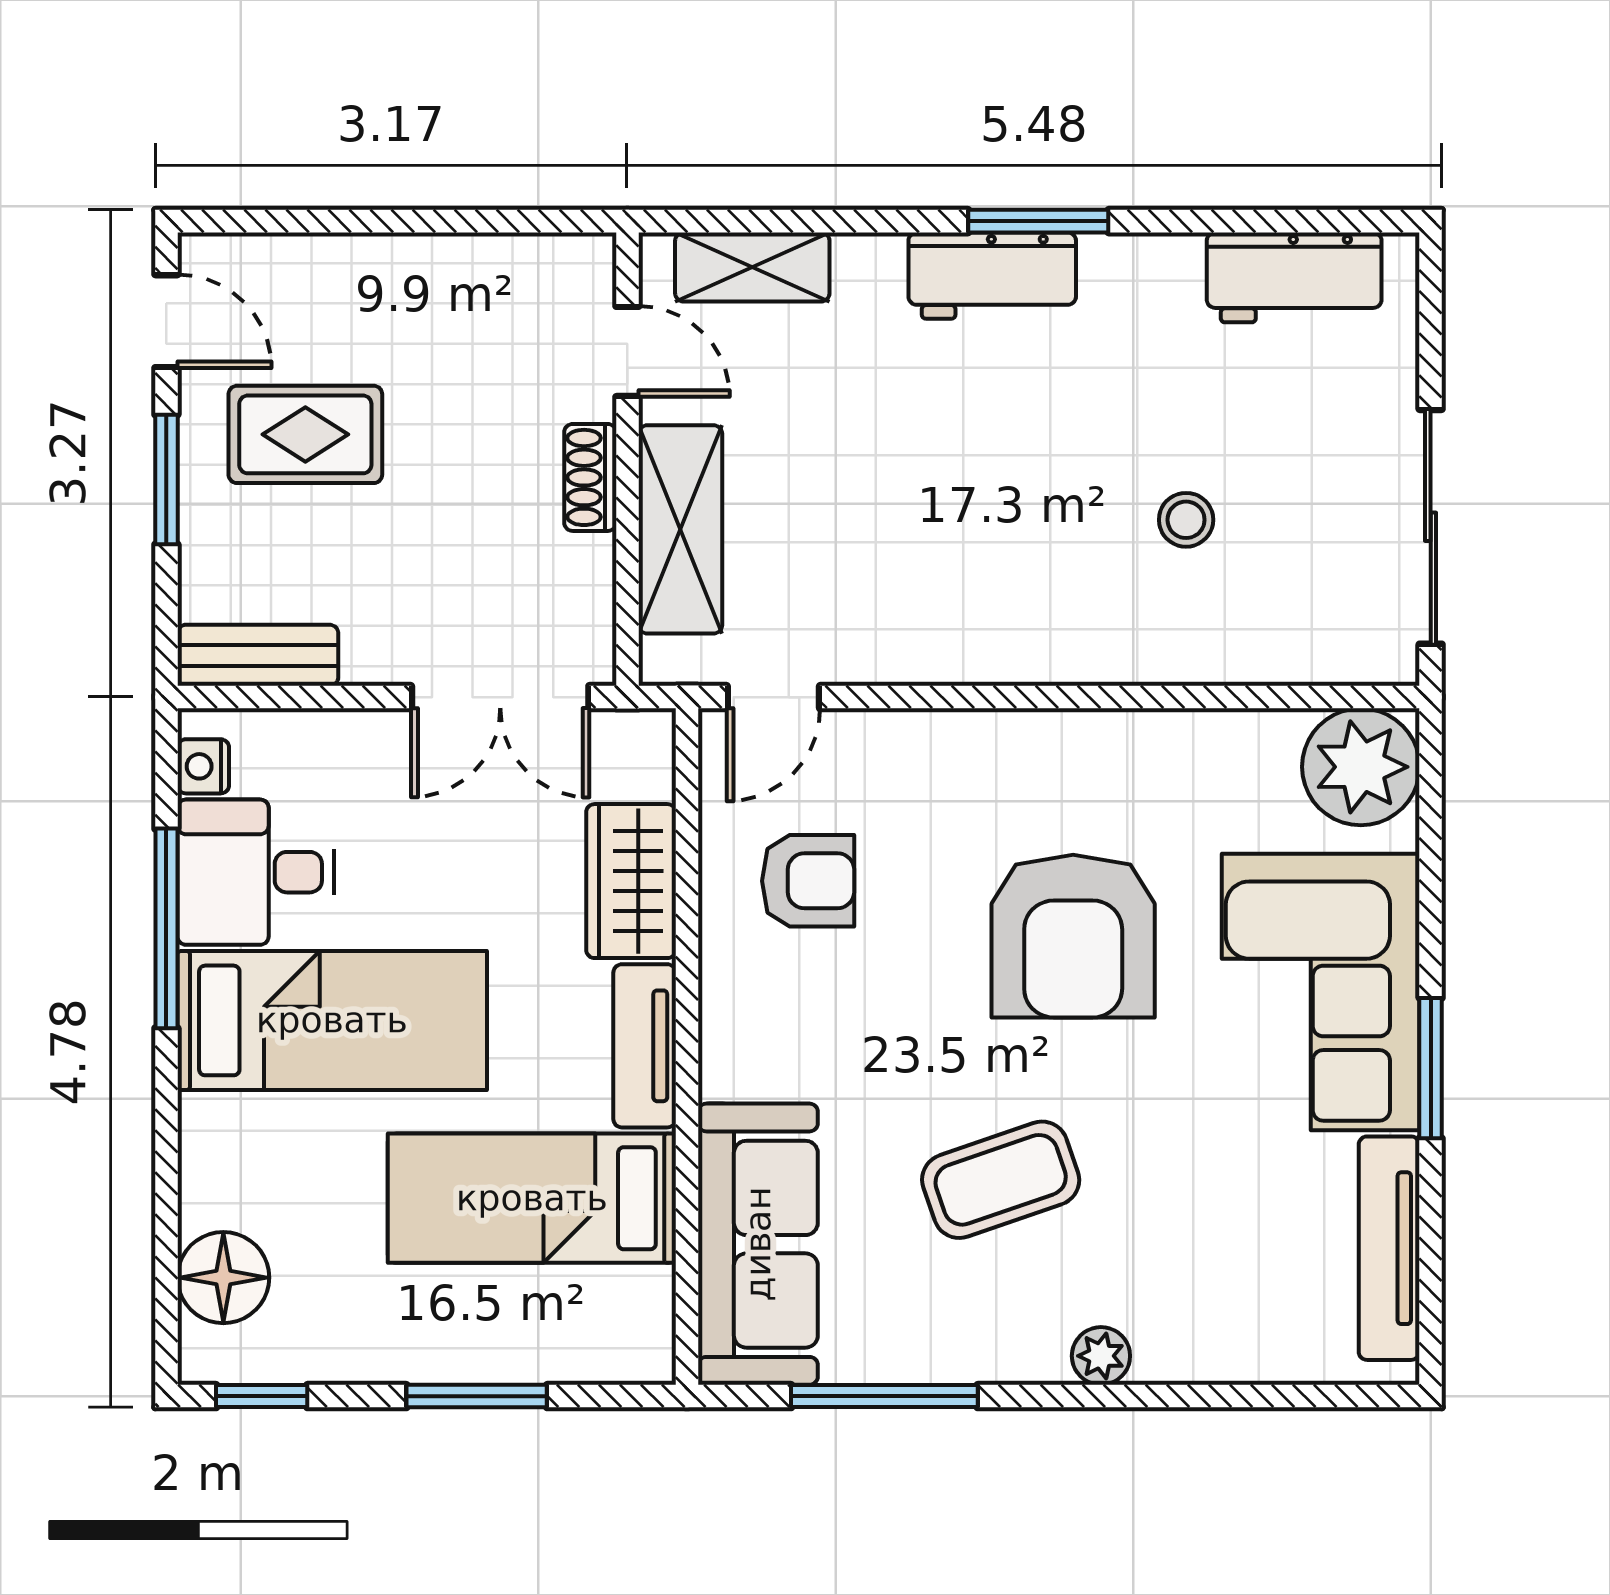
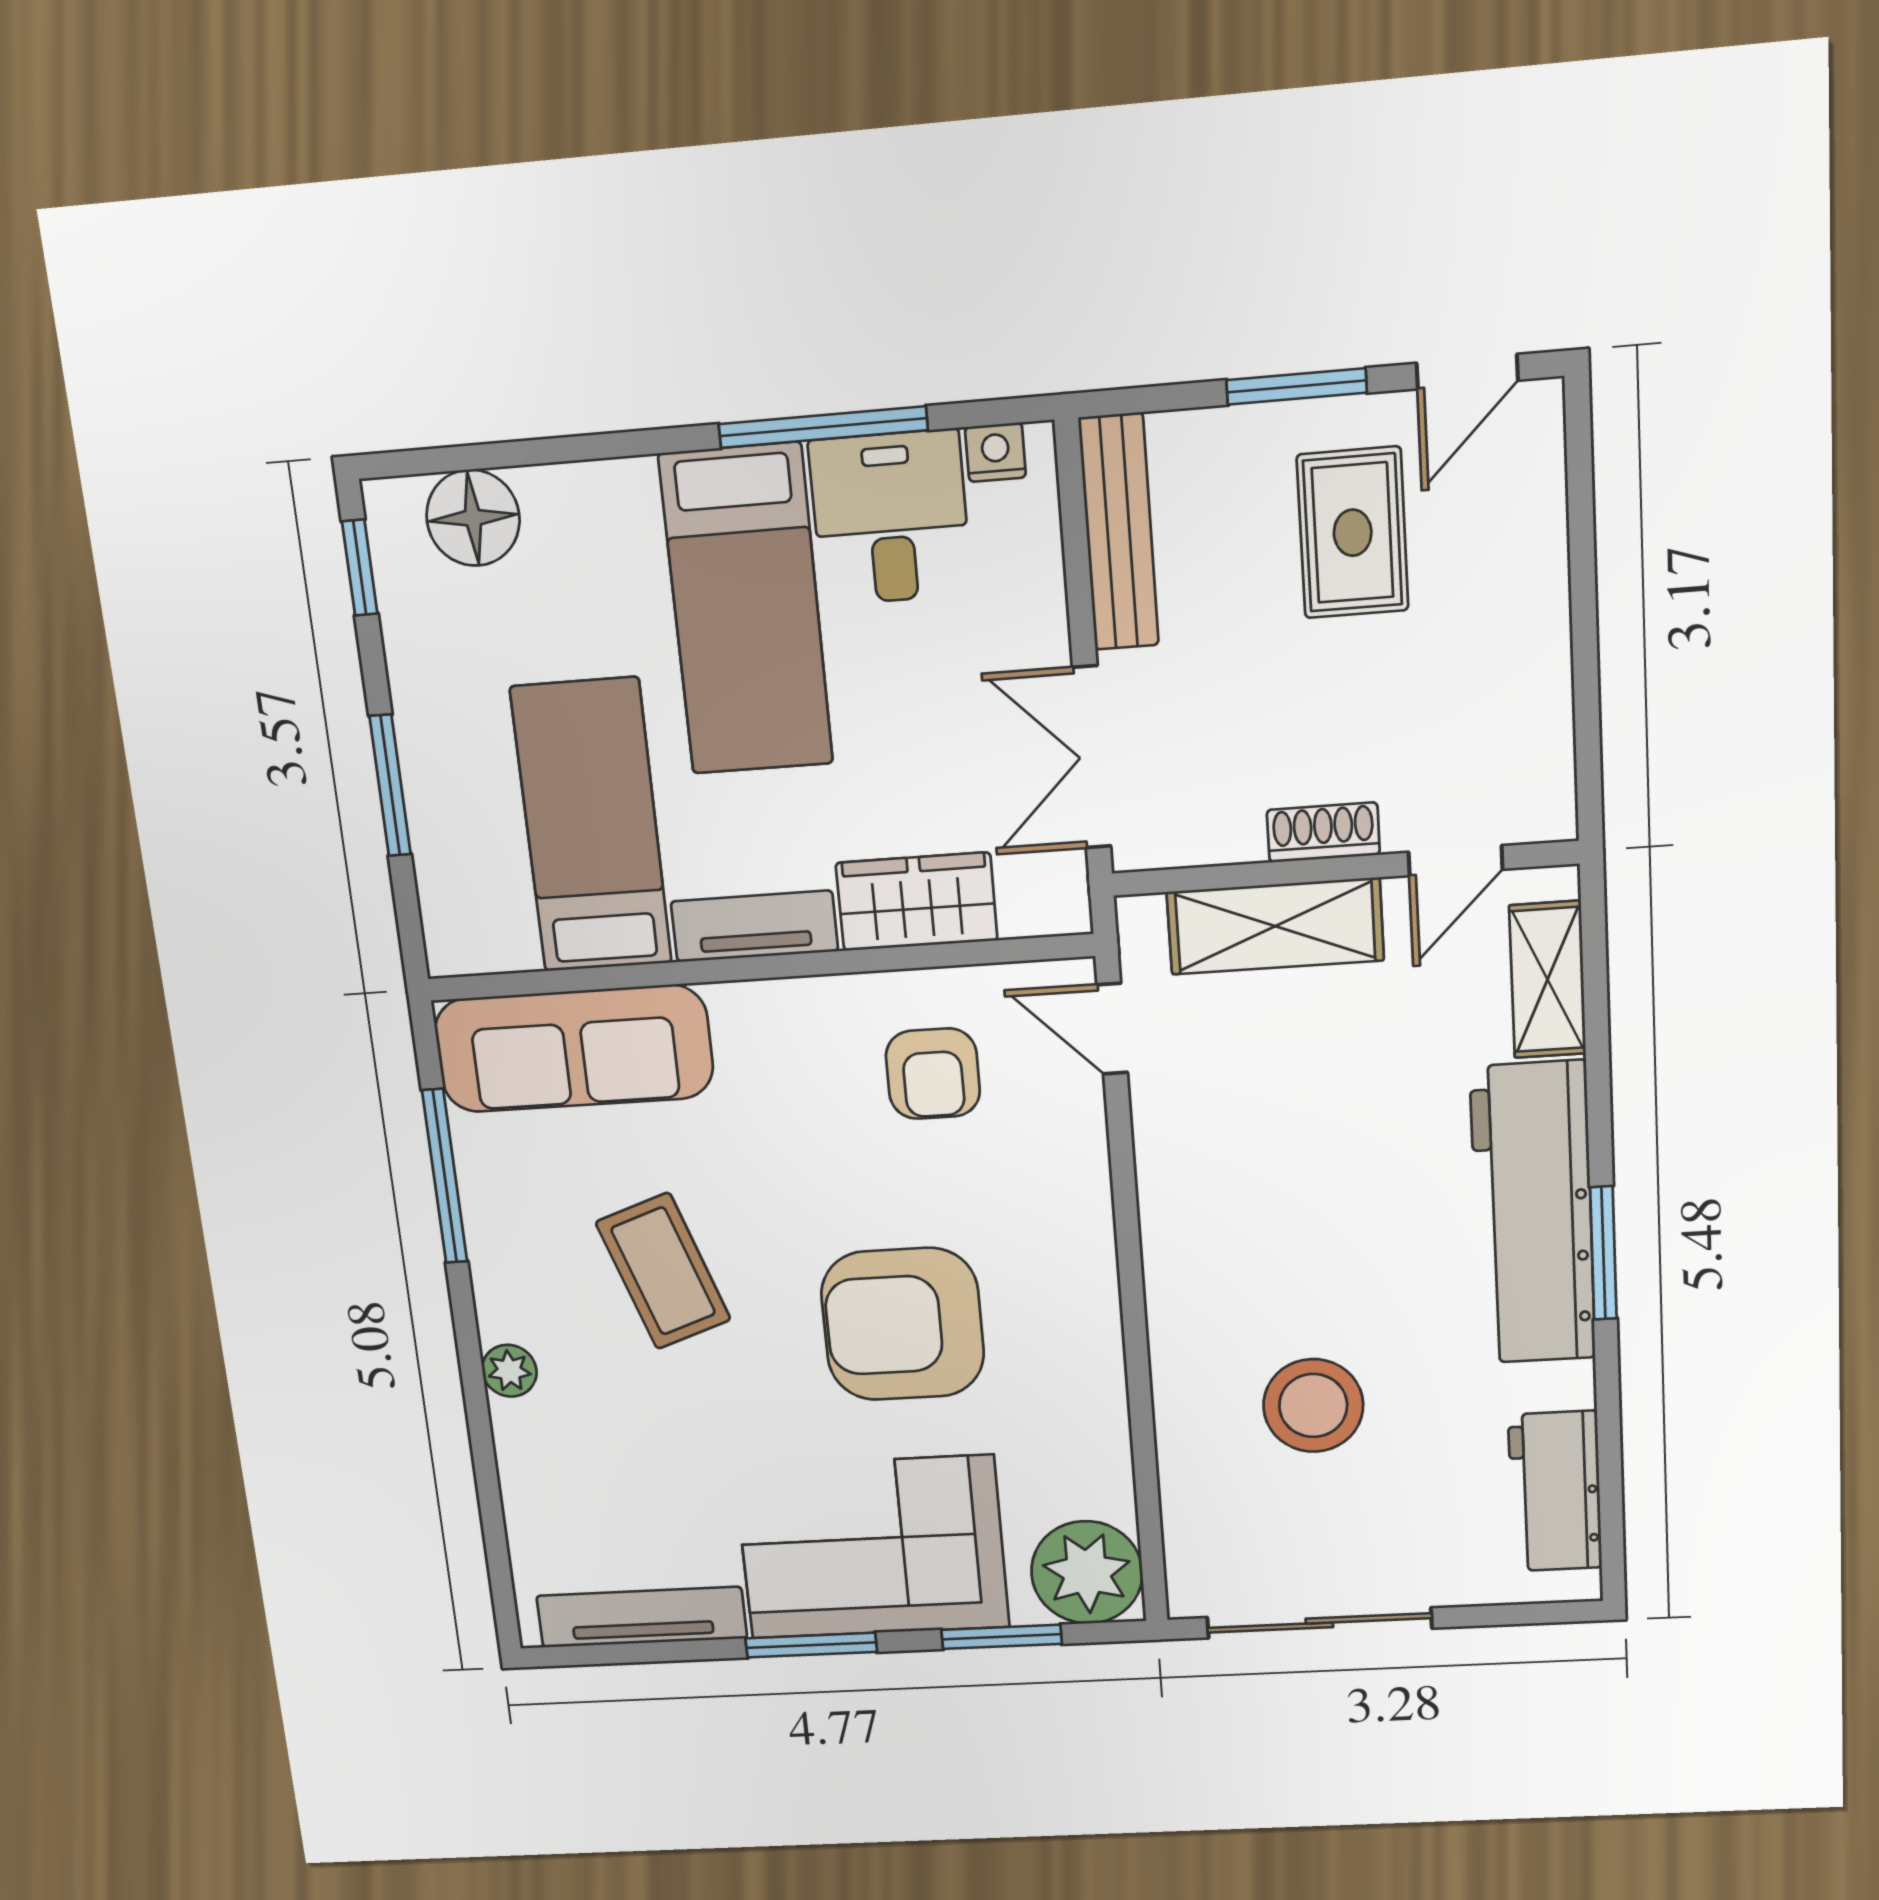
workbench: (992, 276) -> (1533, 1213), width x1.88, depth x1.32
stool: (1186, 520) -> (1313, 1405), width x1.89, depth x1.89
bench: (258, 655) -> (1119, 532), width x1.36
window: (1431, 863) -> (1002, 1637), added

